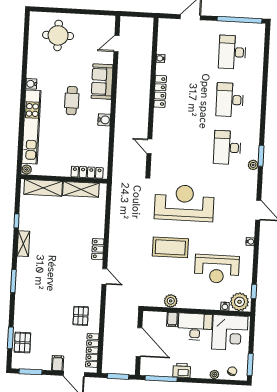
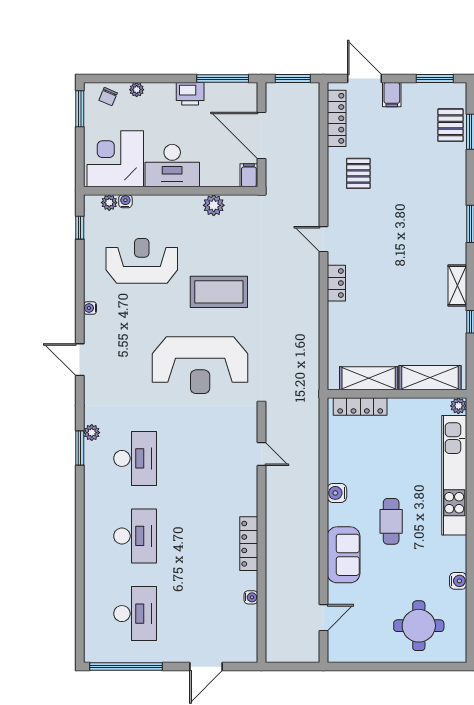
water cooler: (31, 84) -> (458, 581), moved
plant: (239, 302) -> (109, 203), width x0.53, depth x0.53
filing cabinet: (172, 319) -> (249, 175), moved

